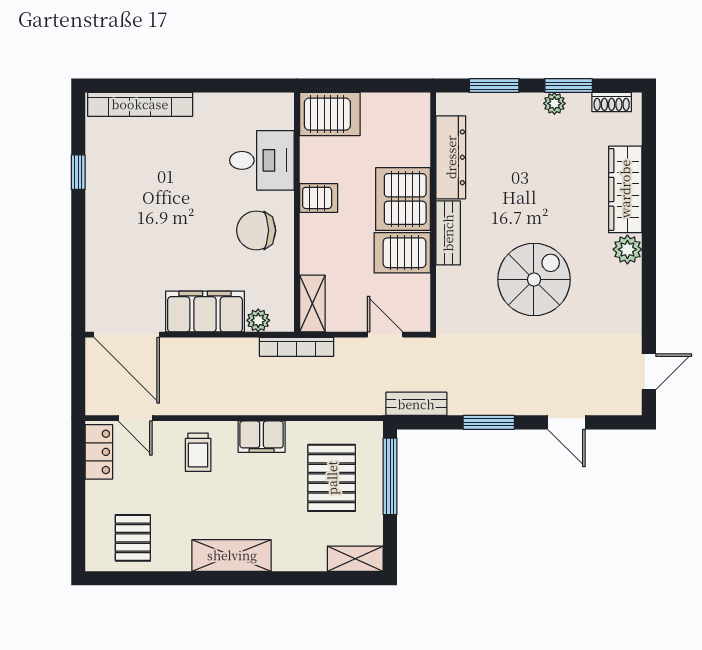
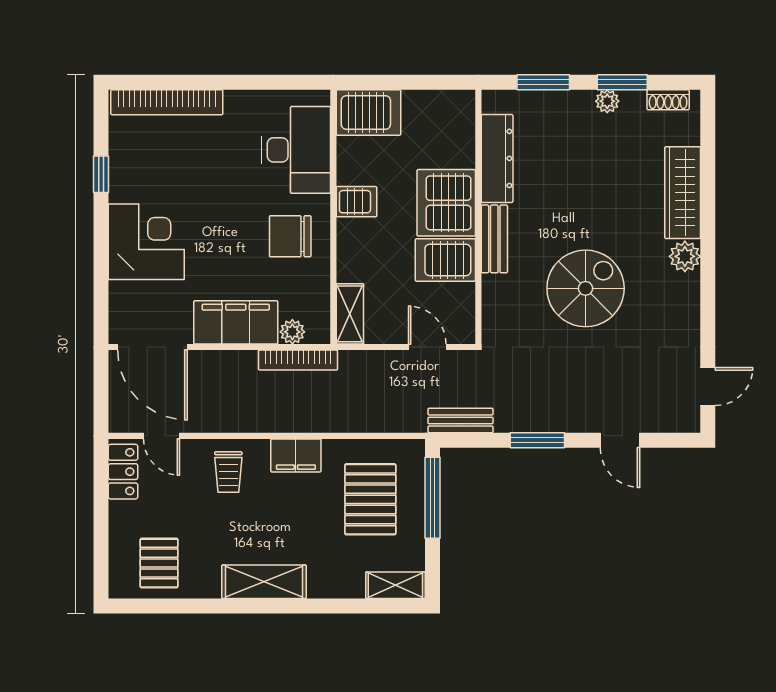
desk: (262, 160) -> (296, 150), width x1.37
corner desk: (121, 236) -> (146, 242), added
bookcase: (297, 347) -> (298, 360), moved

